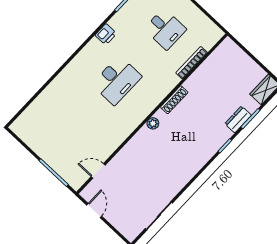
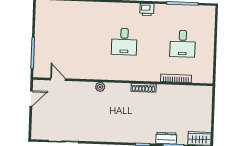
desk: (117, 80) -> (124, 42), width x0.73
plant: (153, 123) -> (100, 87), moved

